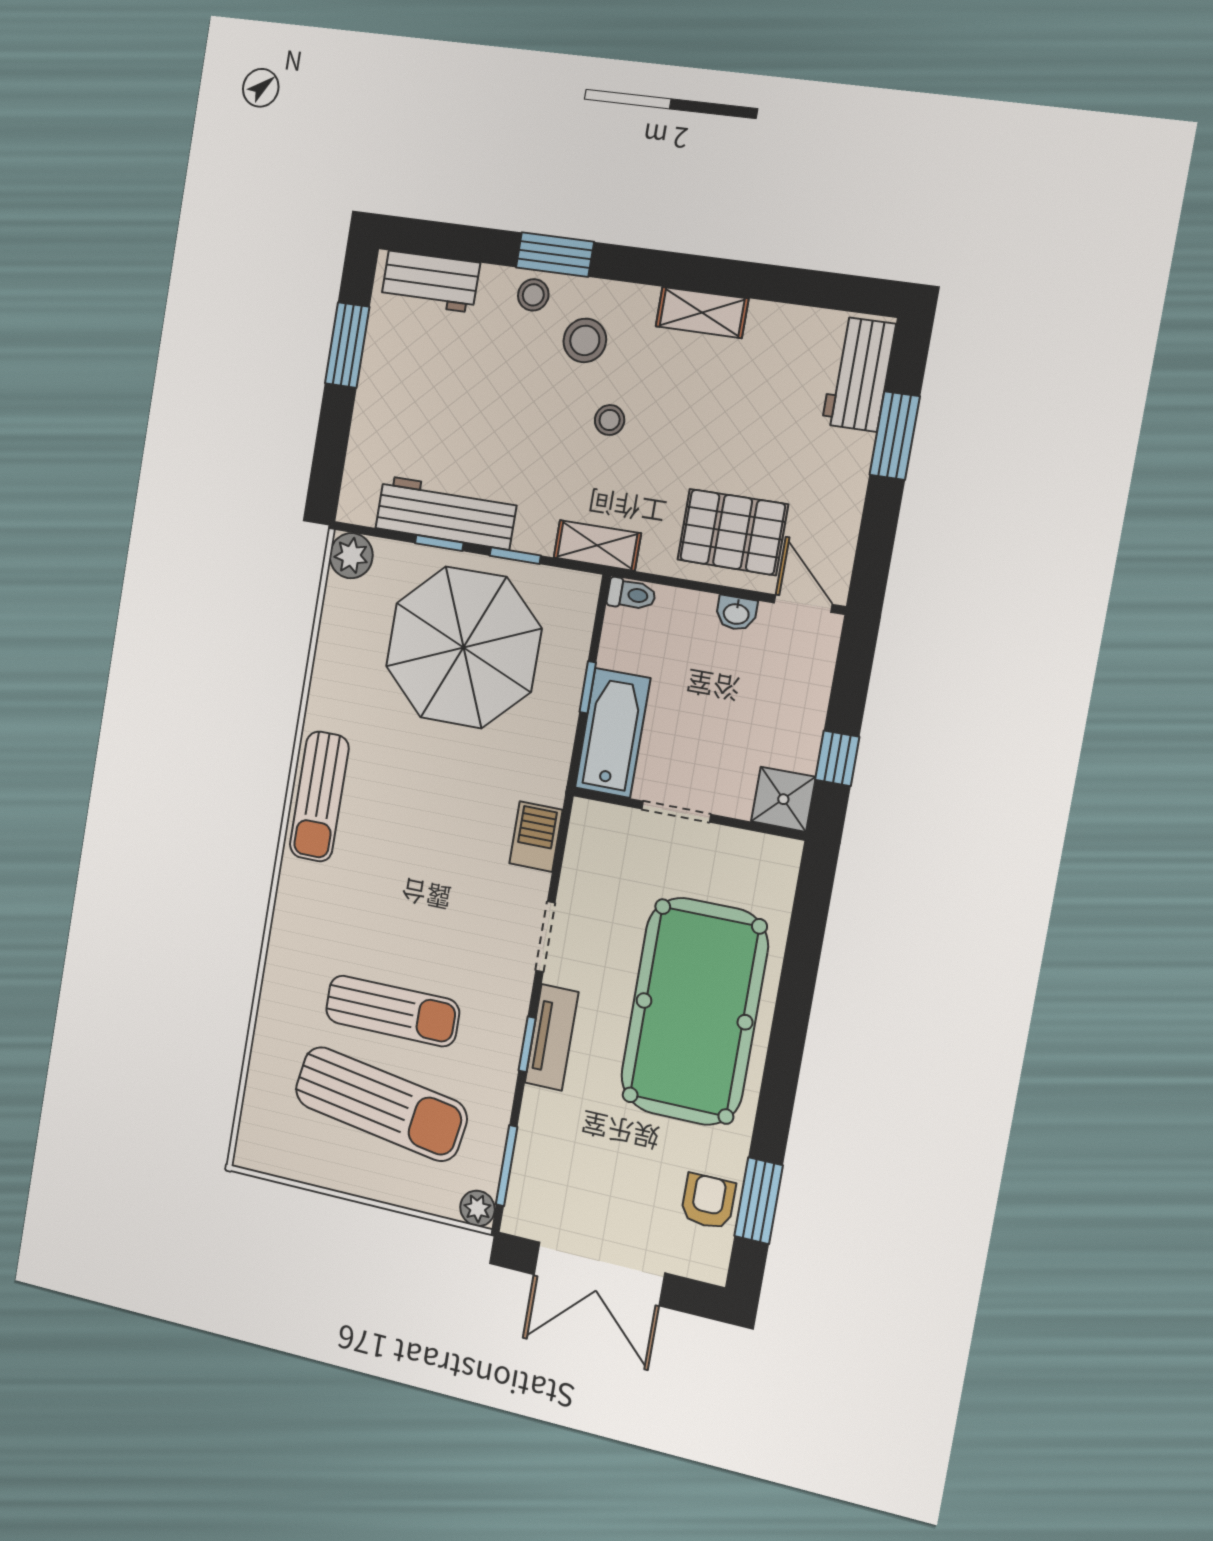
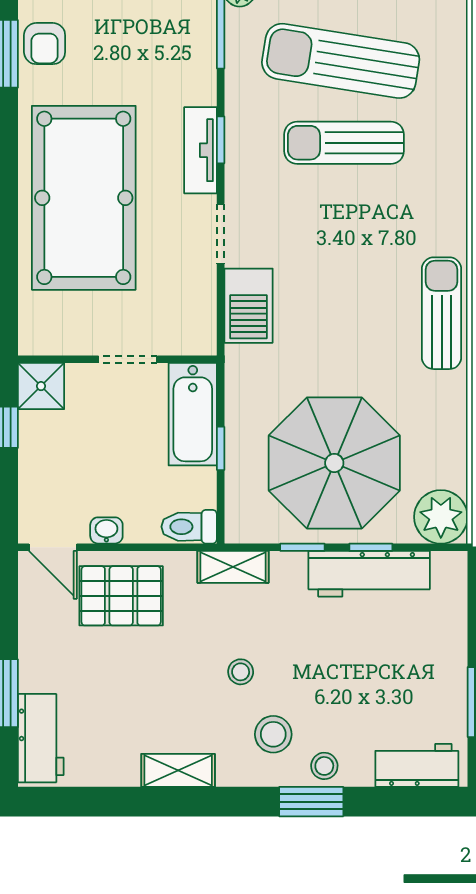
plant: (351, 556) -> (441, 517), width x1.36, depth x1.36
toilet: (631, 594) -> (189, 527), width x1.37, depth x1.39
barbecue: (536, 837) -> (249, 306), width x1.38, depth x1.27

